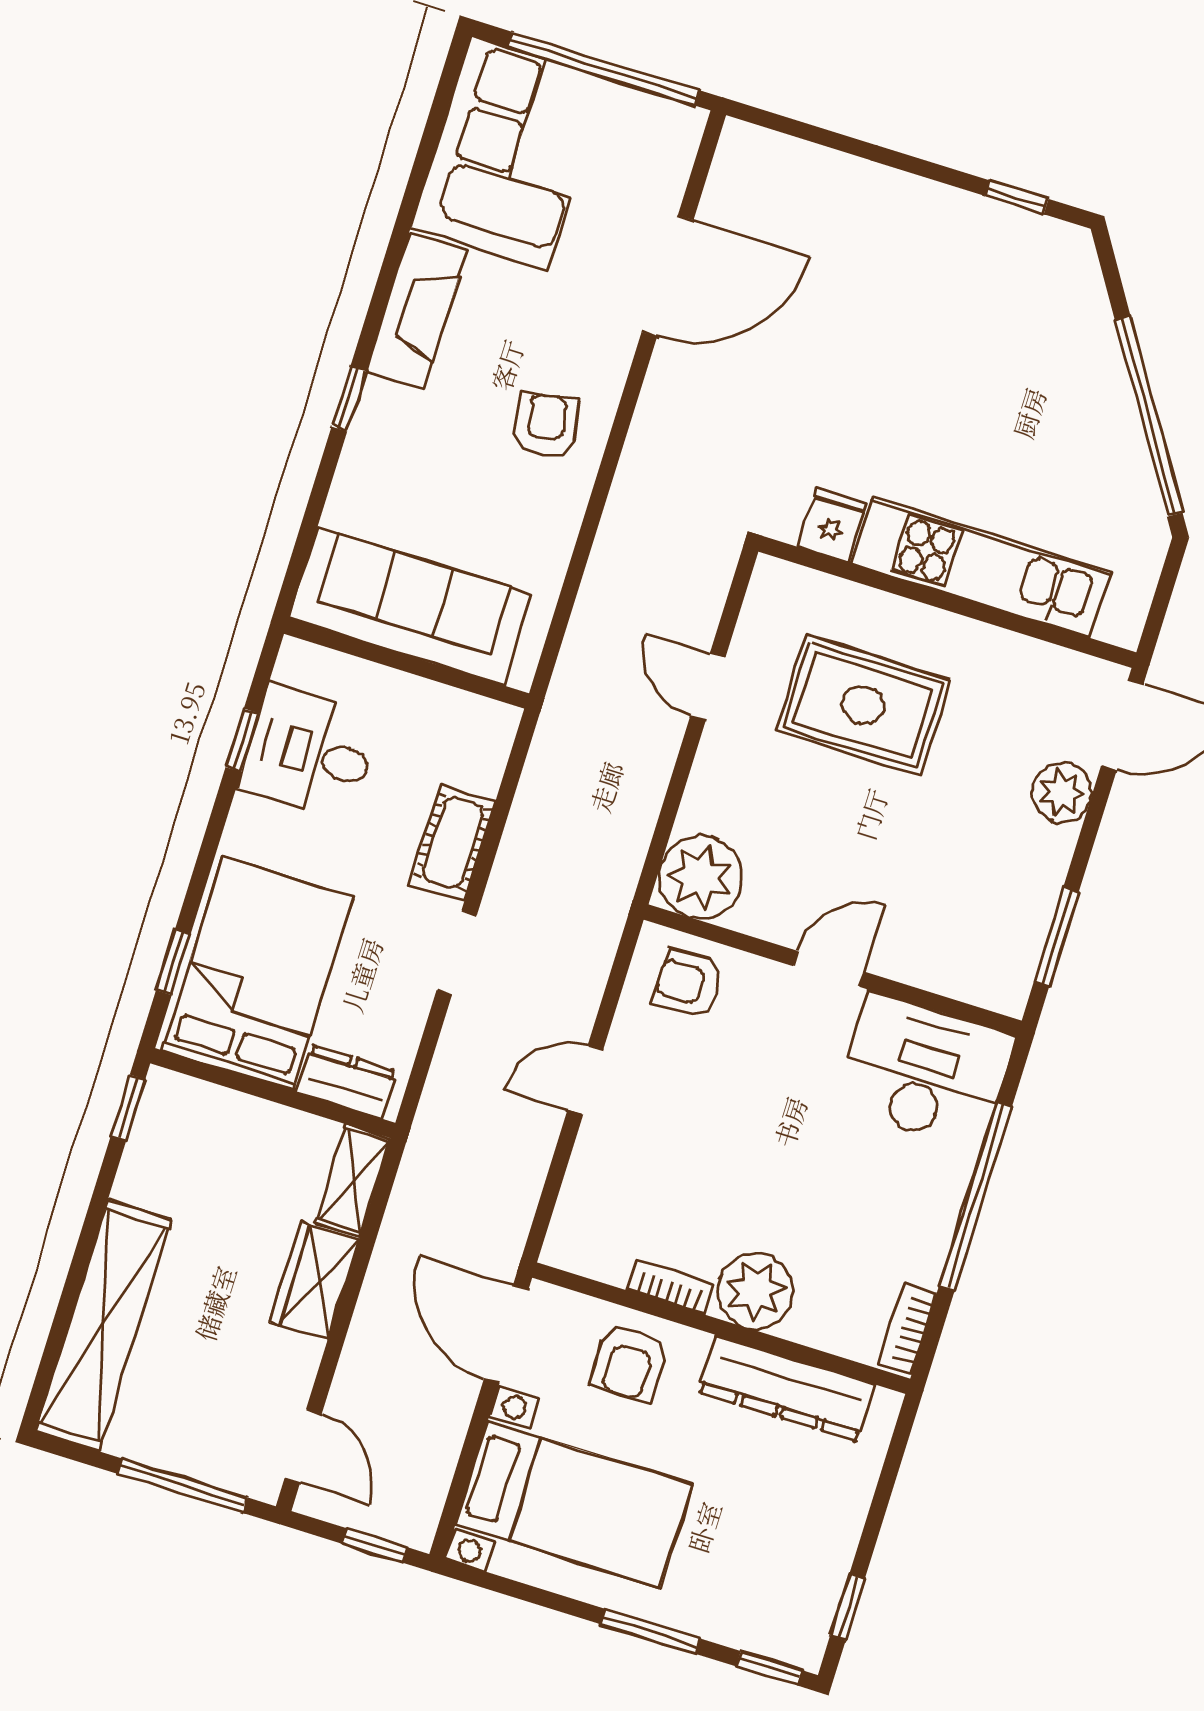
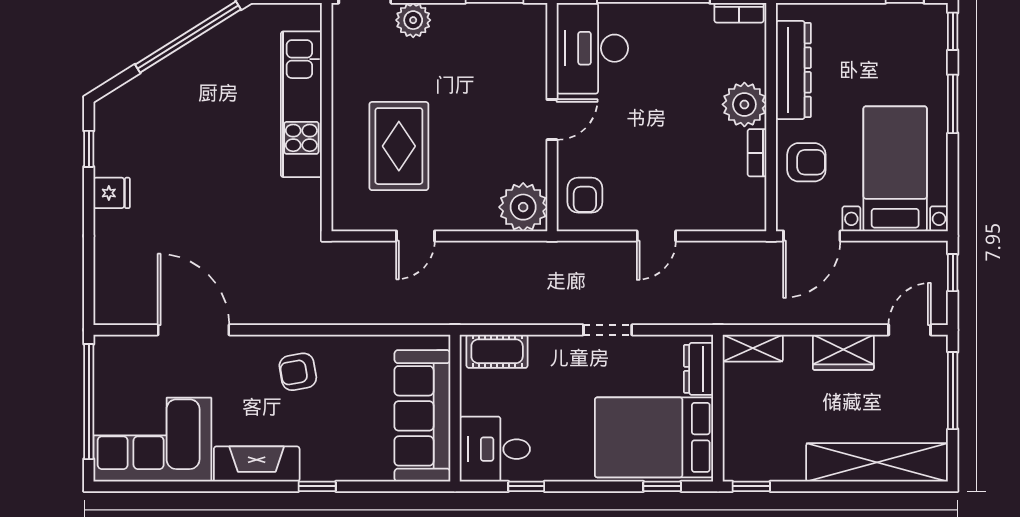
fridge: (832, 525) -> (112, 193), moved, turned 180
desk: (310, 753) -> (495, 449), moved, turned 90
cot: (453, 843) -> (497, 351), moved
door: (829, 969) -> (552, 120), swing flipped
door: (585, 1080) -> (656, 236), hinge flipped
wardrobe: (314, 1282) -> (843, 352), moved

